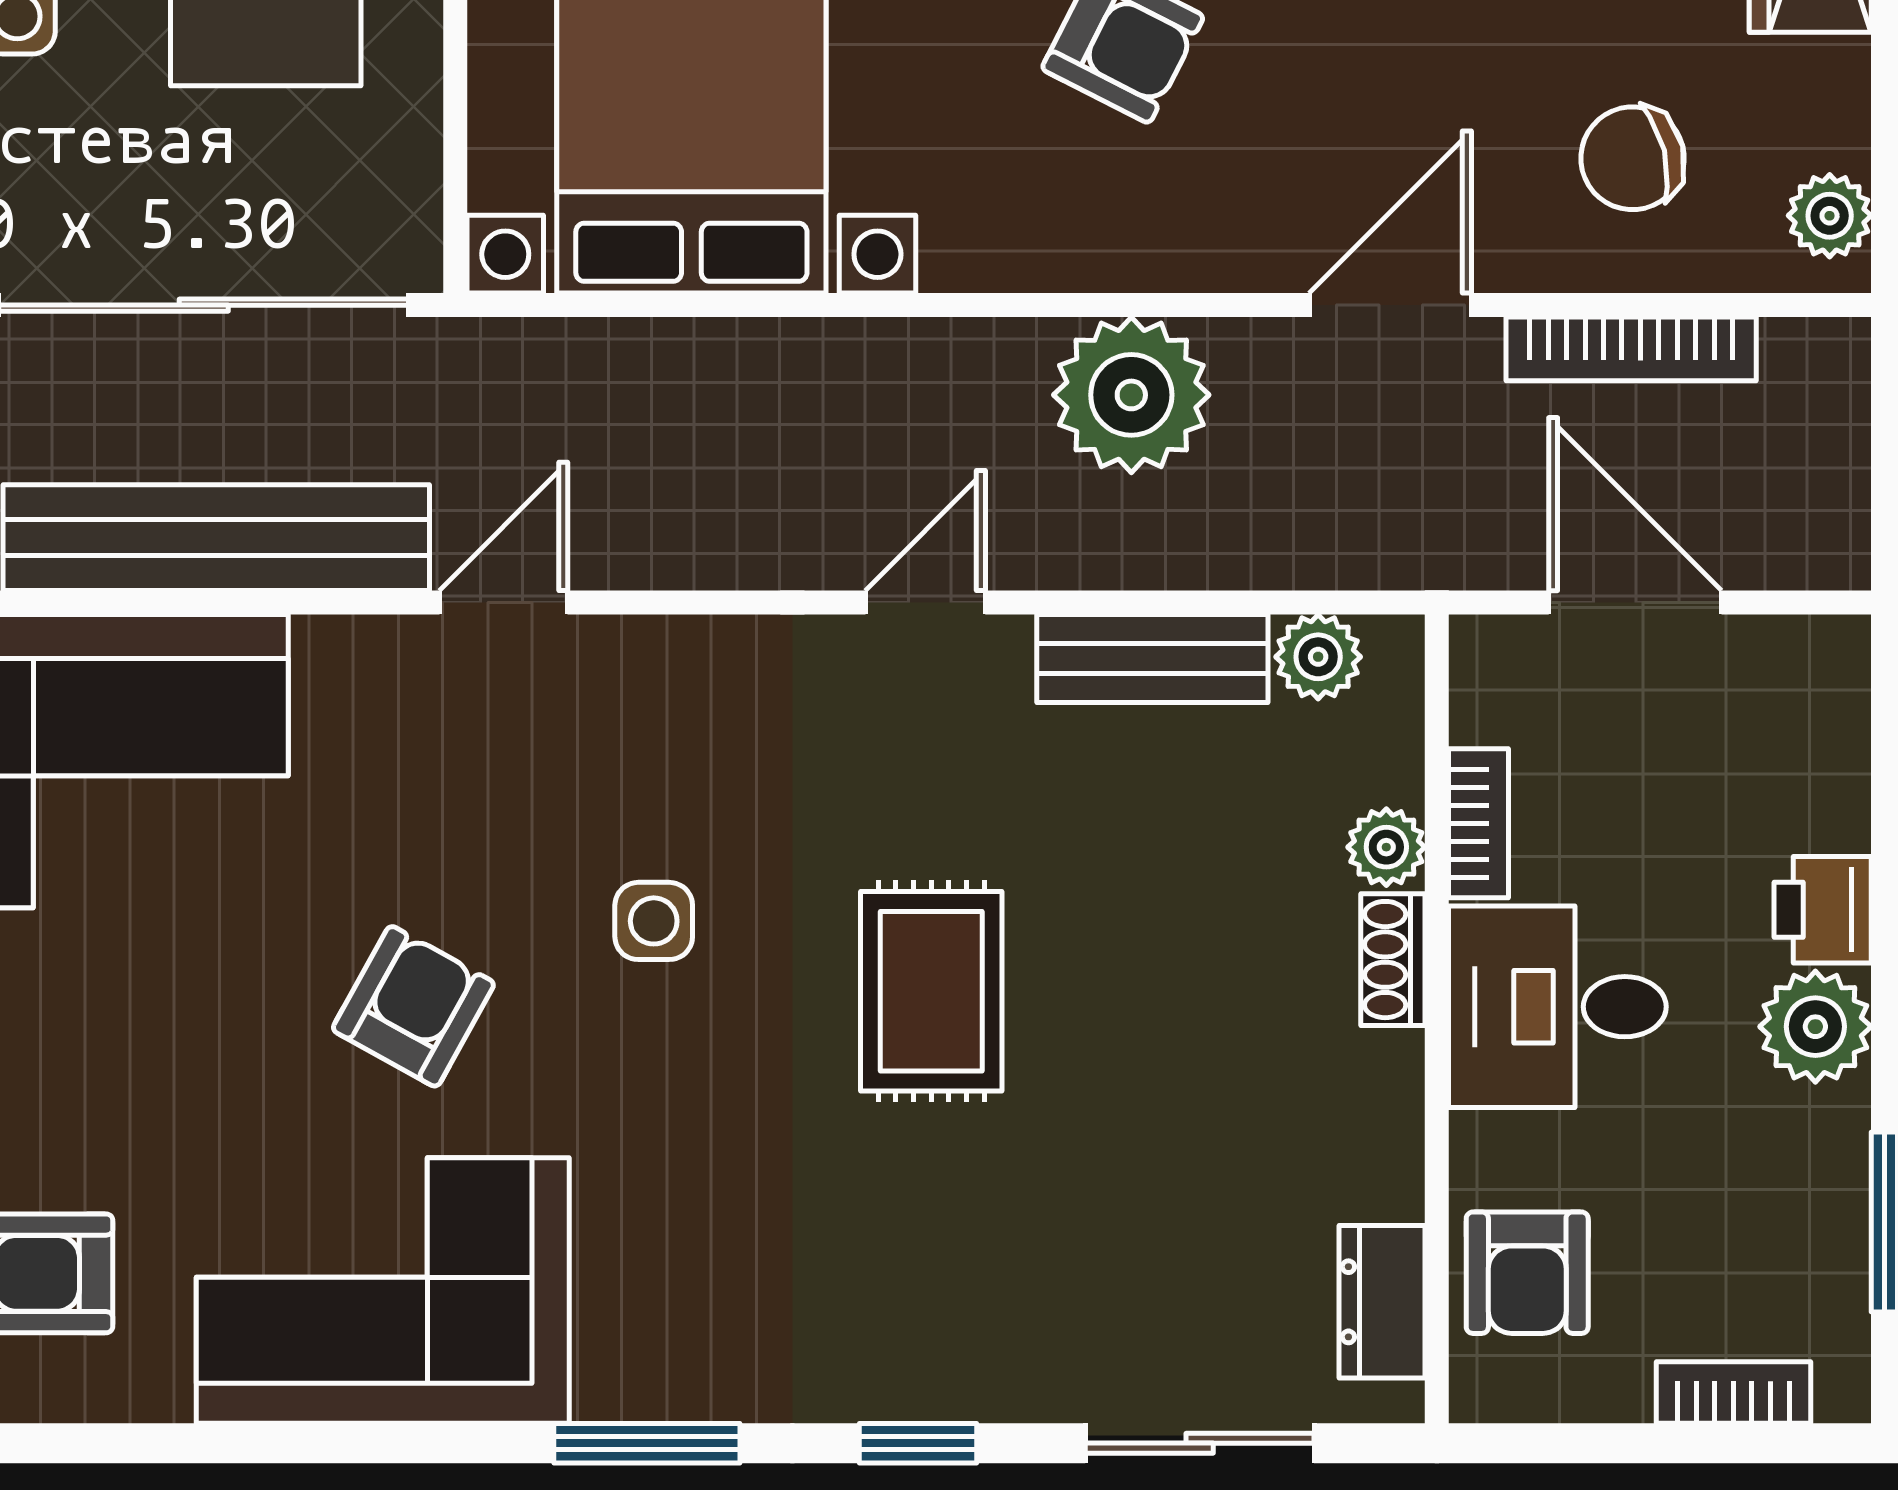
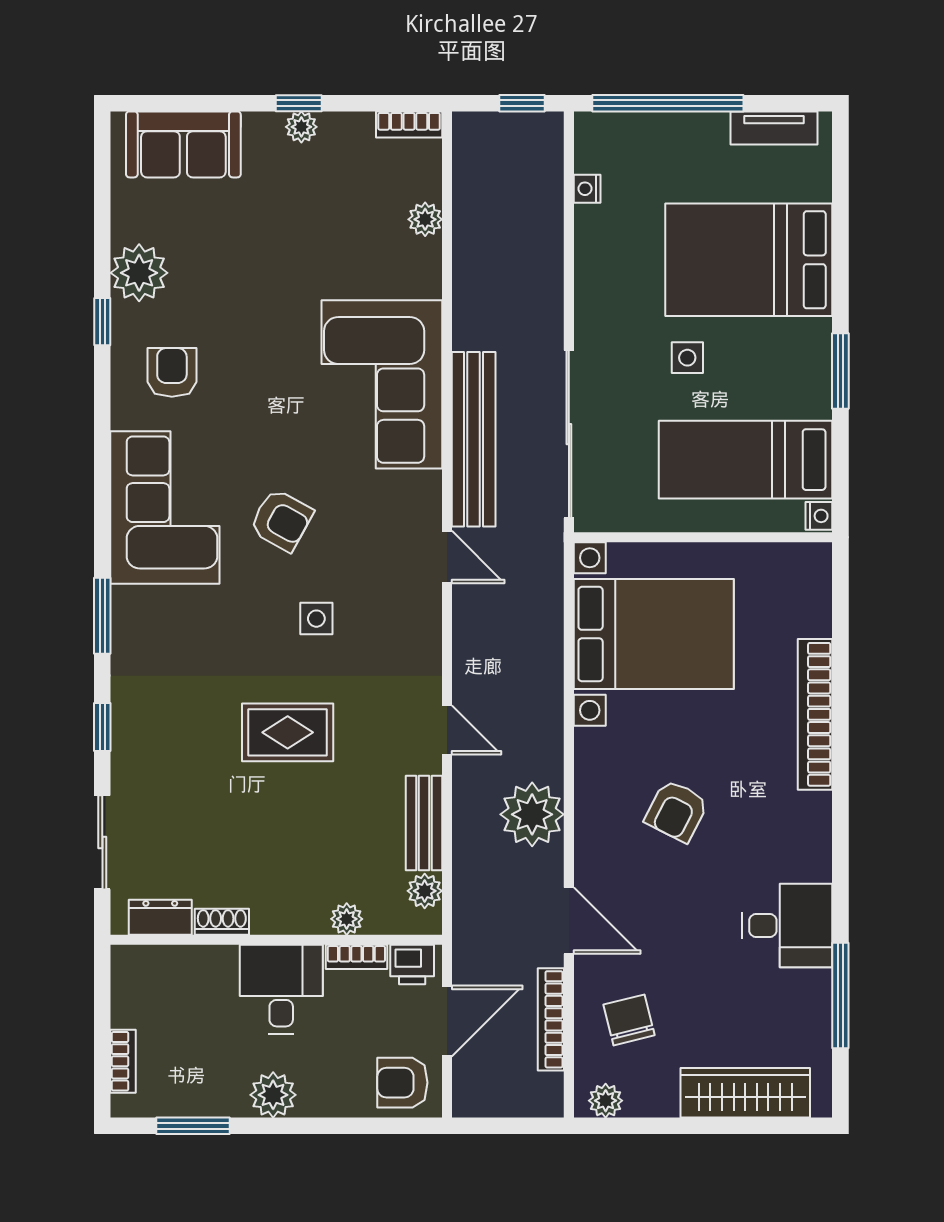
printer: (1823, 910) -> (412, 964), moved, turned 180
shoe rack: (1393, 960) -> (222, 922), moved
armchair: (1527, 1273) -> (402, 1083), moved

